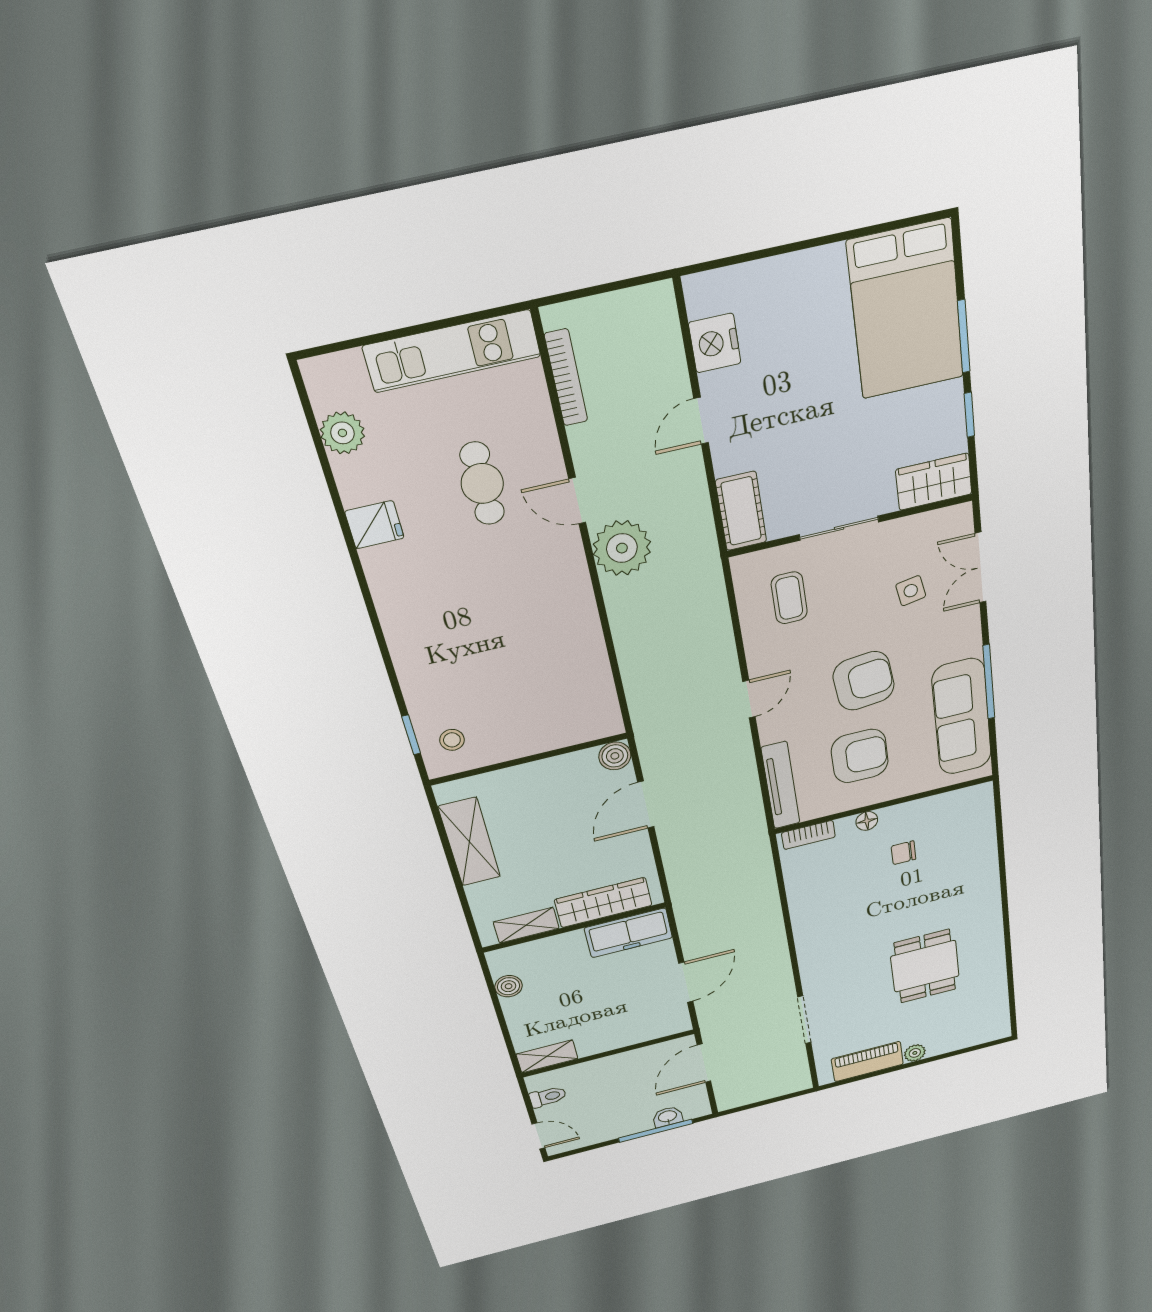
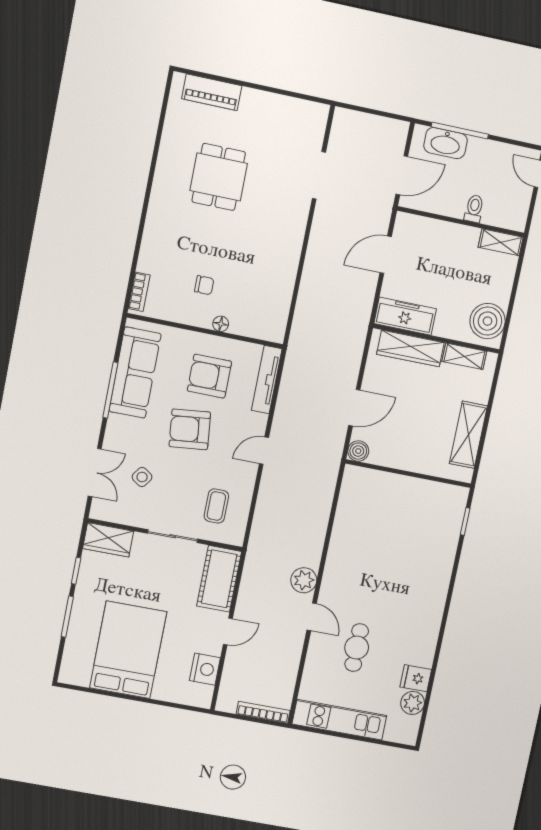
bed: (906, 310) -> (128, 650), moved
bookcase: (566, 378) -> (263, 712), moved, turned 90
cot: (741, 511) -> (219, 579), width x1.37, depth x1.34
fridge: (375, 525) -> (416, 678), moved
plant: (622, 548) -> (304, 580), width x0.73, depth x0.73
side table: (911, 591) -> (142, 477), turned 45
stool: (452, 740) -> (445, 507), removed
bookcase: (808, 835) -> (139, 292), moved, turned 90
boiler: (509, 986) -> (488, 321), width x1.86, depth x1.86
plant: (915, 1053) -> (251, 97), removed
piano: (867, 1062) -> (212, 92), moved
toilet: (548, 1097) -> (474, 209), moved, turned 90
washbasin: (668, 1117) -> (445, 143), width x1.91, depth x1.45

